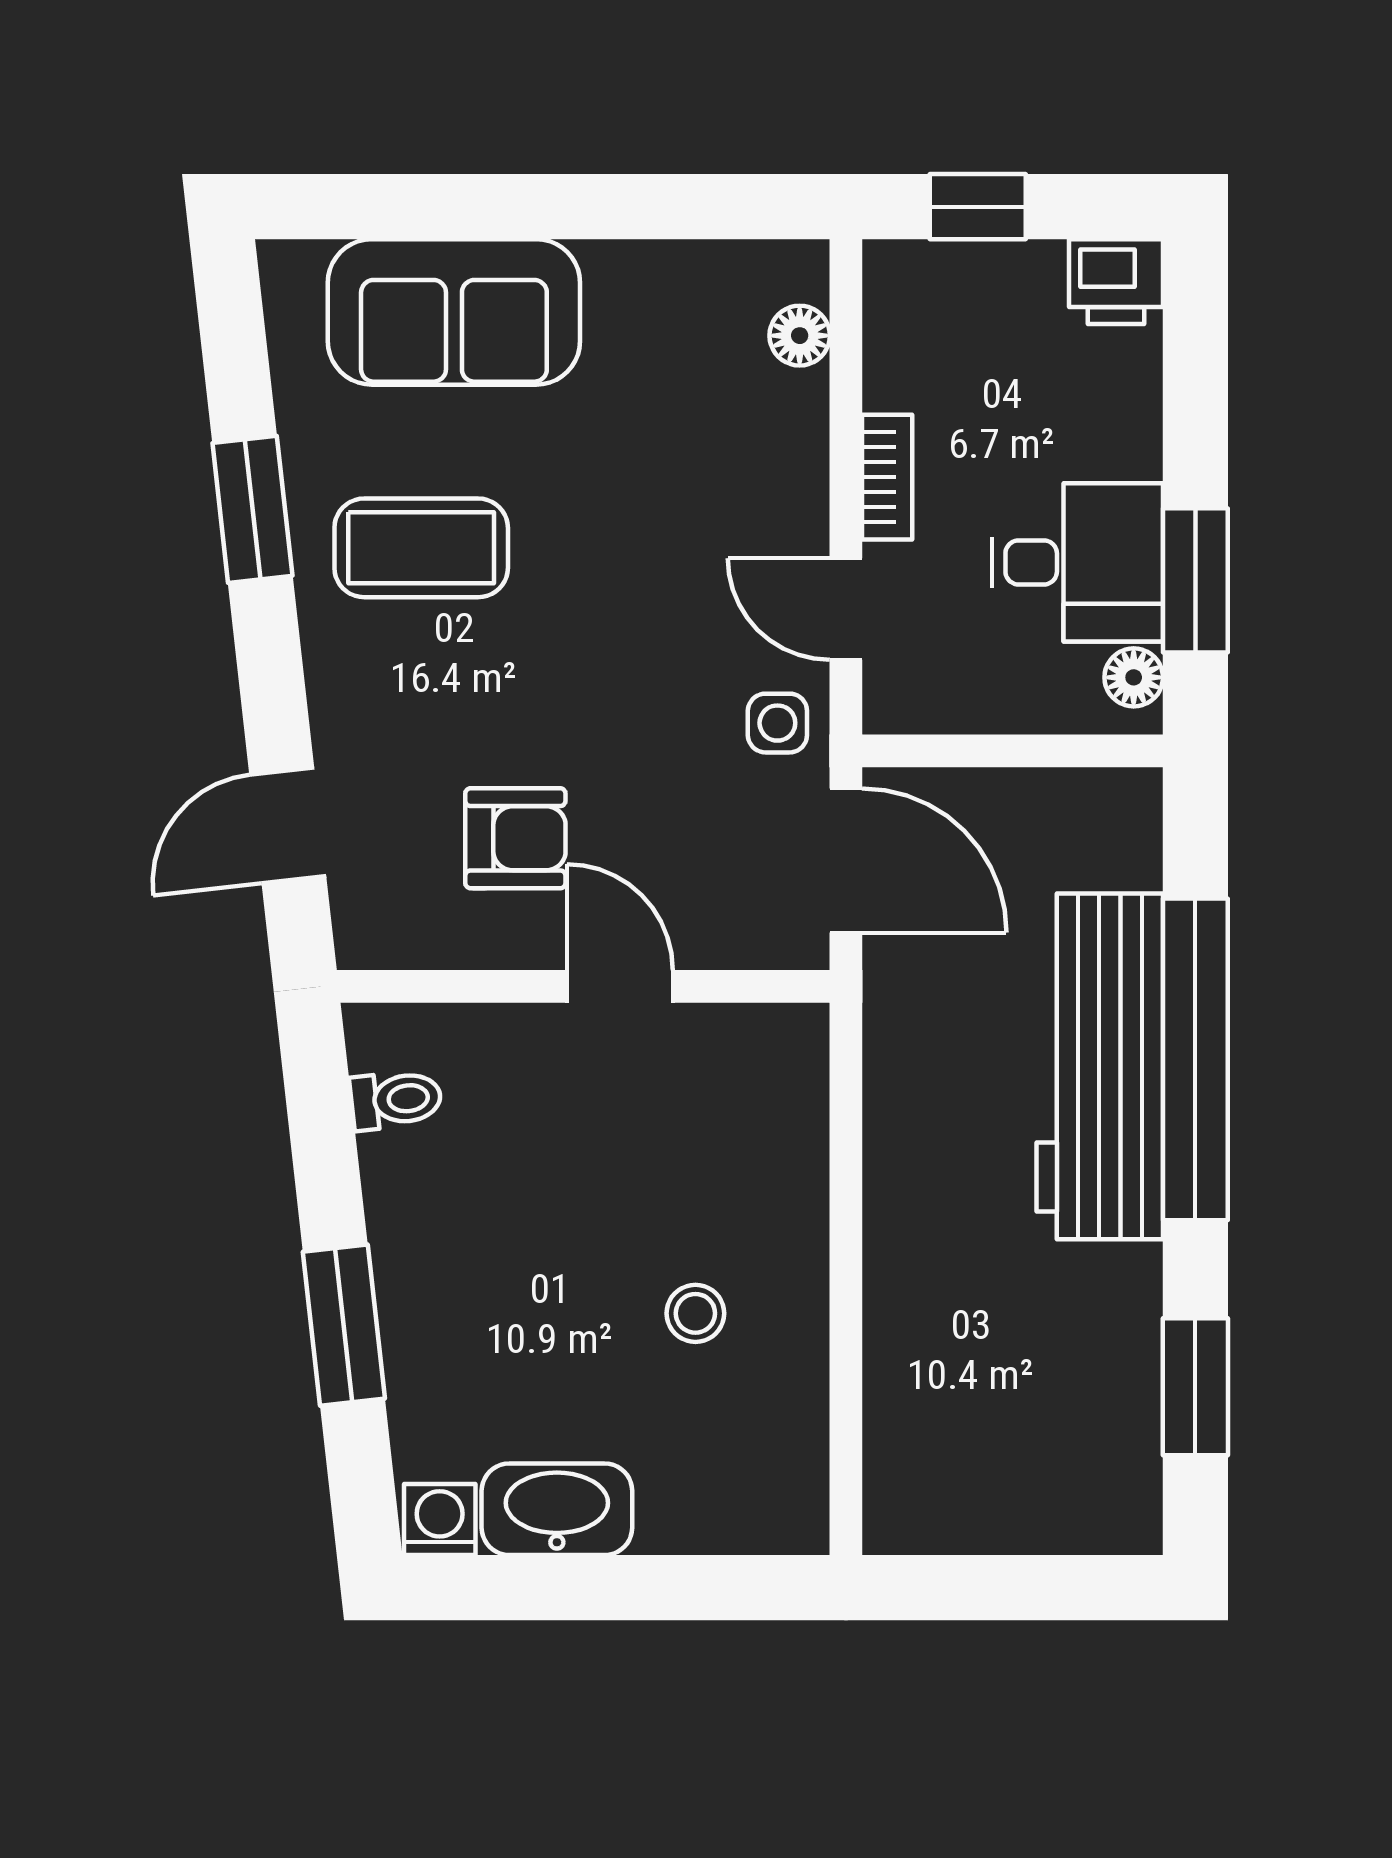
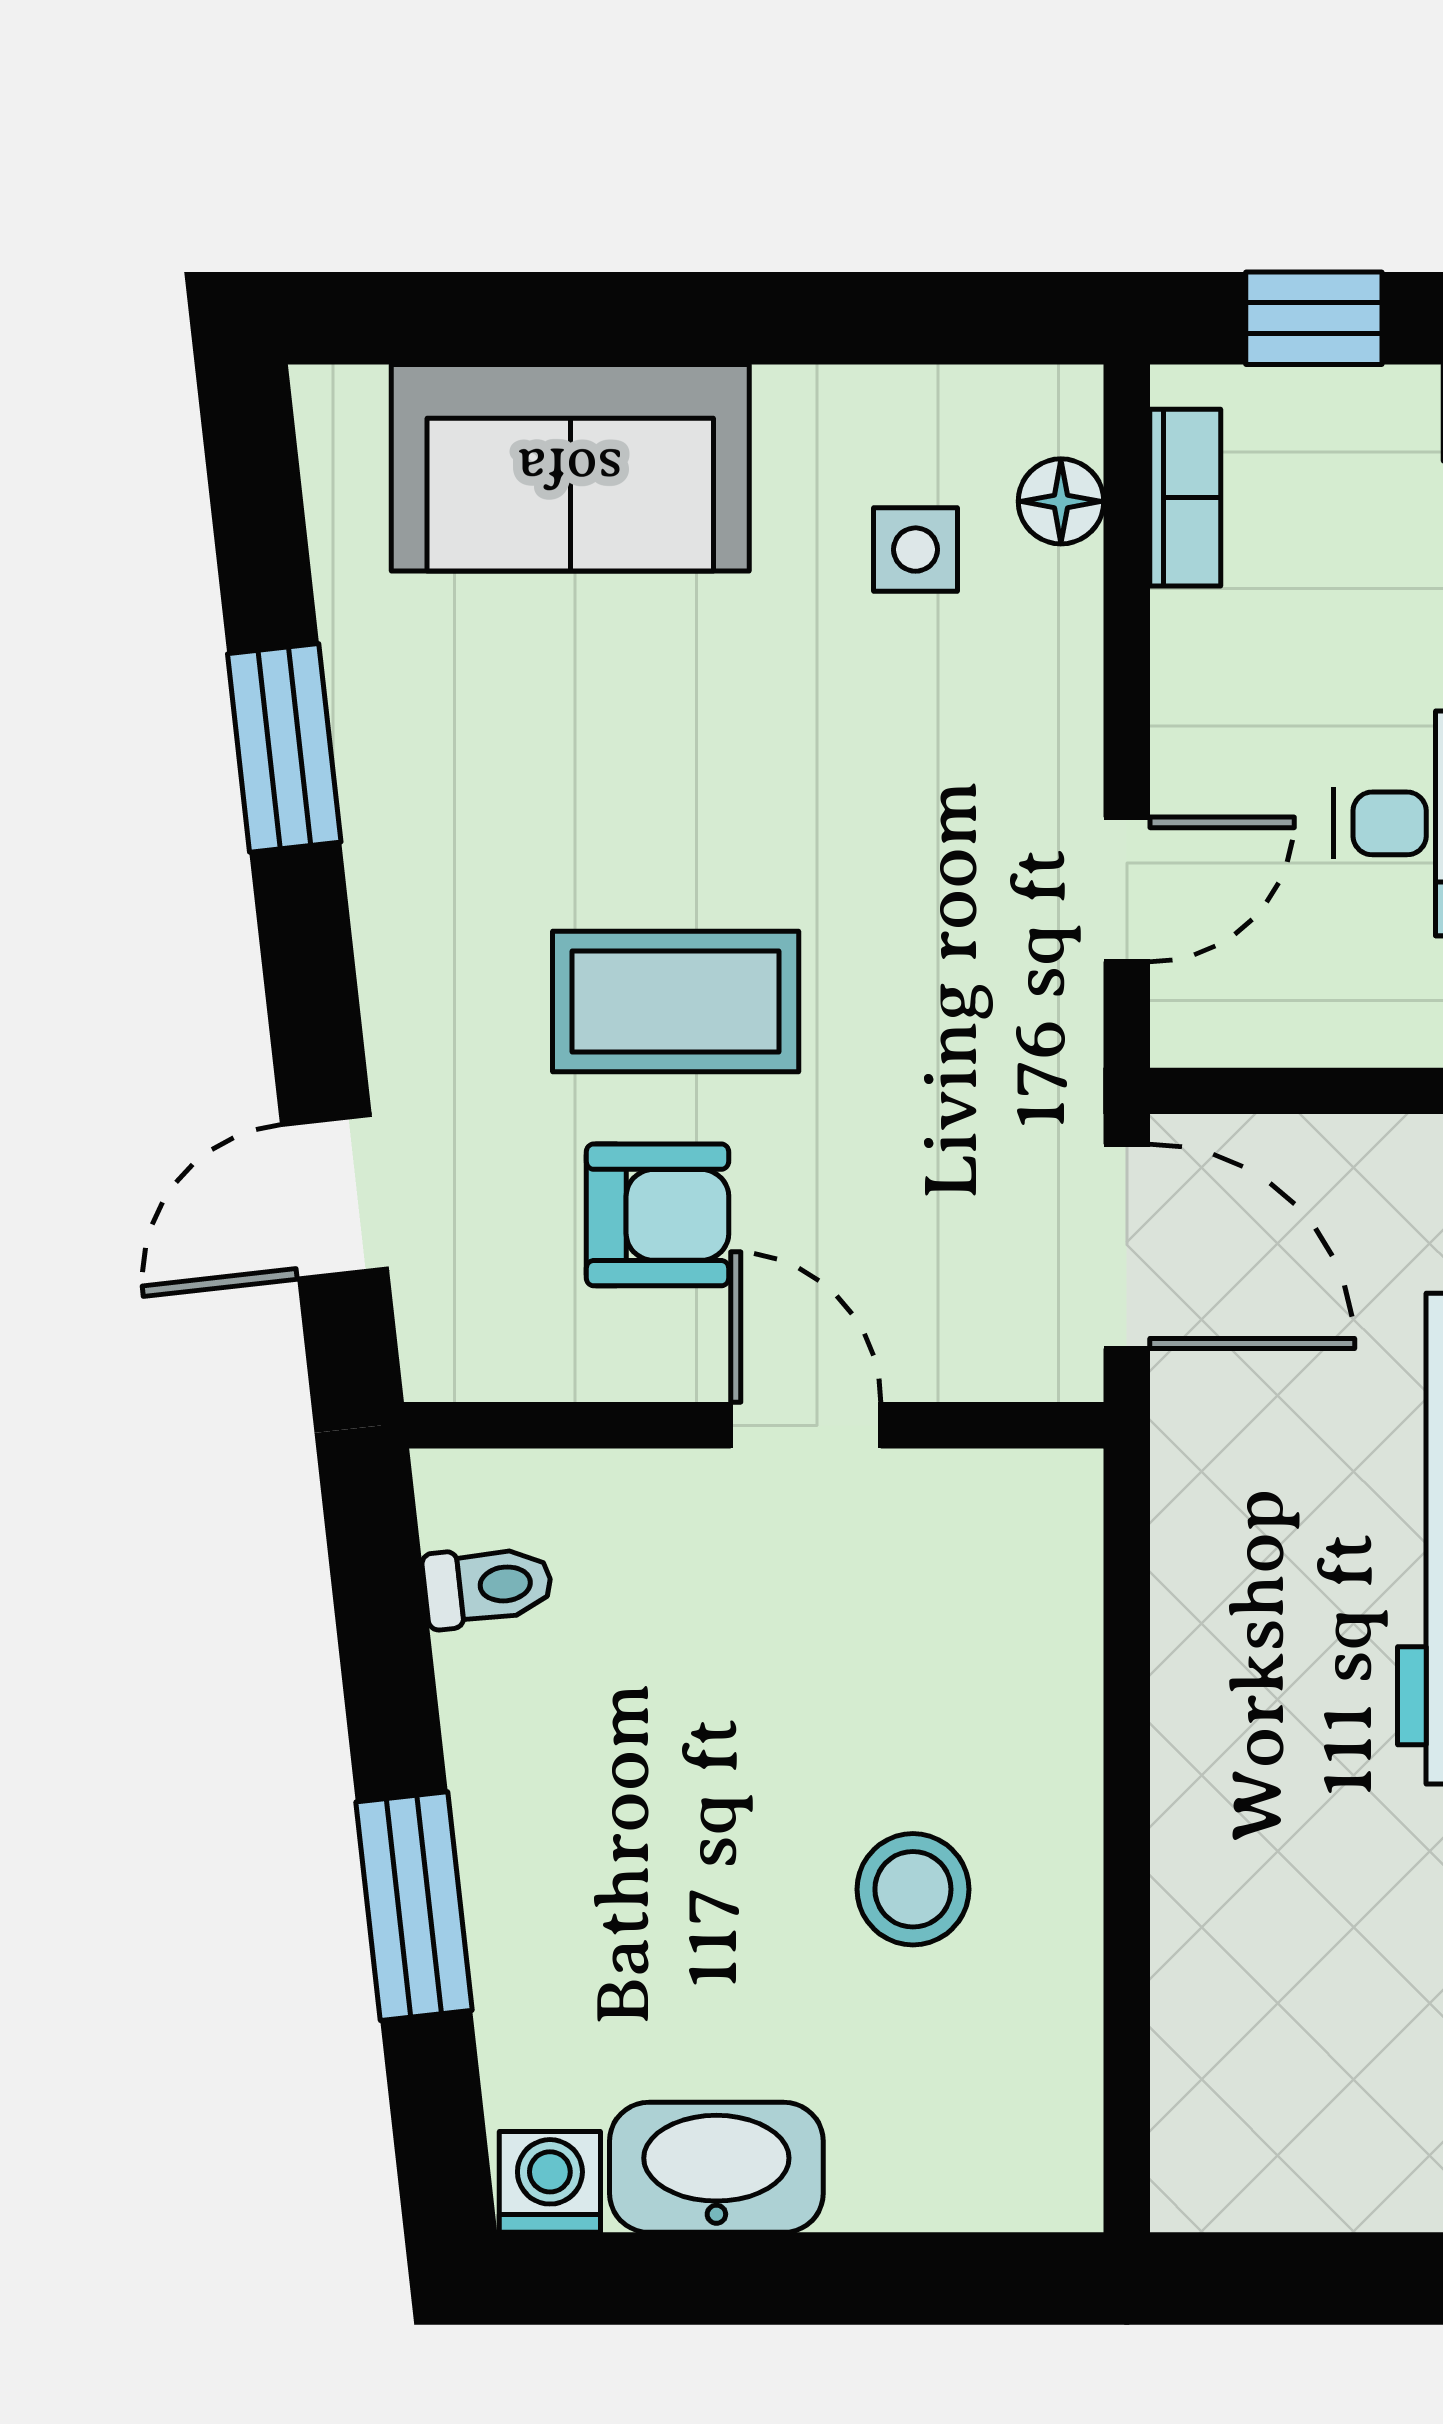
bookcase: (887, 477) -> (1185, 498), moved
coffee table: (421, 548) -> (676, 1002), moved
door: (846, 609) -> (1127, 889), swing flipped
side table: (777, 723) -> (916, 550), moved
stool: (695, 1313) -> (913, 1889), width x1.37, depth x1.37

